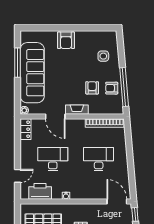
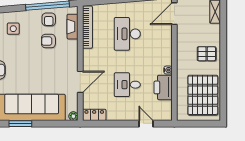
window: (18, 63) -> (20, 124), width x0.69
fireplace: (77, 110) -> (73, 27), moved
desk: (53, 159) -> (127, 85), width x0.73
printer: (40, 191) -> (163, 87), moved

